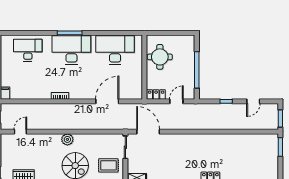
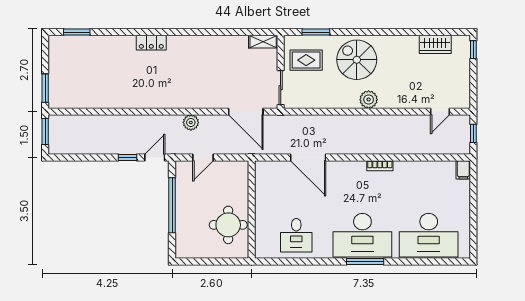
desk: (28, 50) -> (429, 235), width x1.36, depth x1.30
desk: (115, 50) -> (296, 235), width x0.53, depth x0.77
locker: (156, 94) -> (234, 168), removed
door: (107, 101) -> (308, 157), hinge flipped
door: (253, 101) -> (155, 157), moved
plant: (184, 124) -> (191, 122), added

